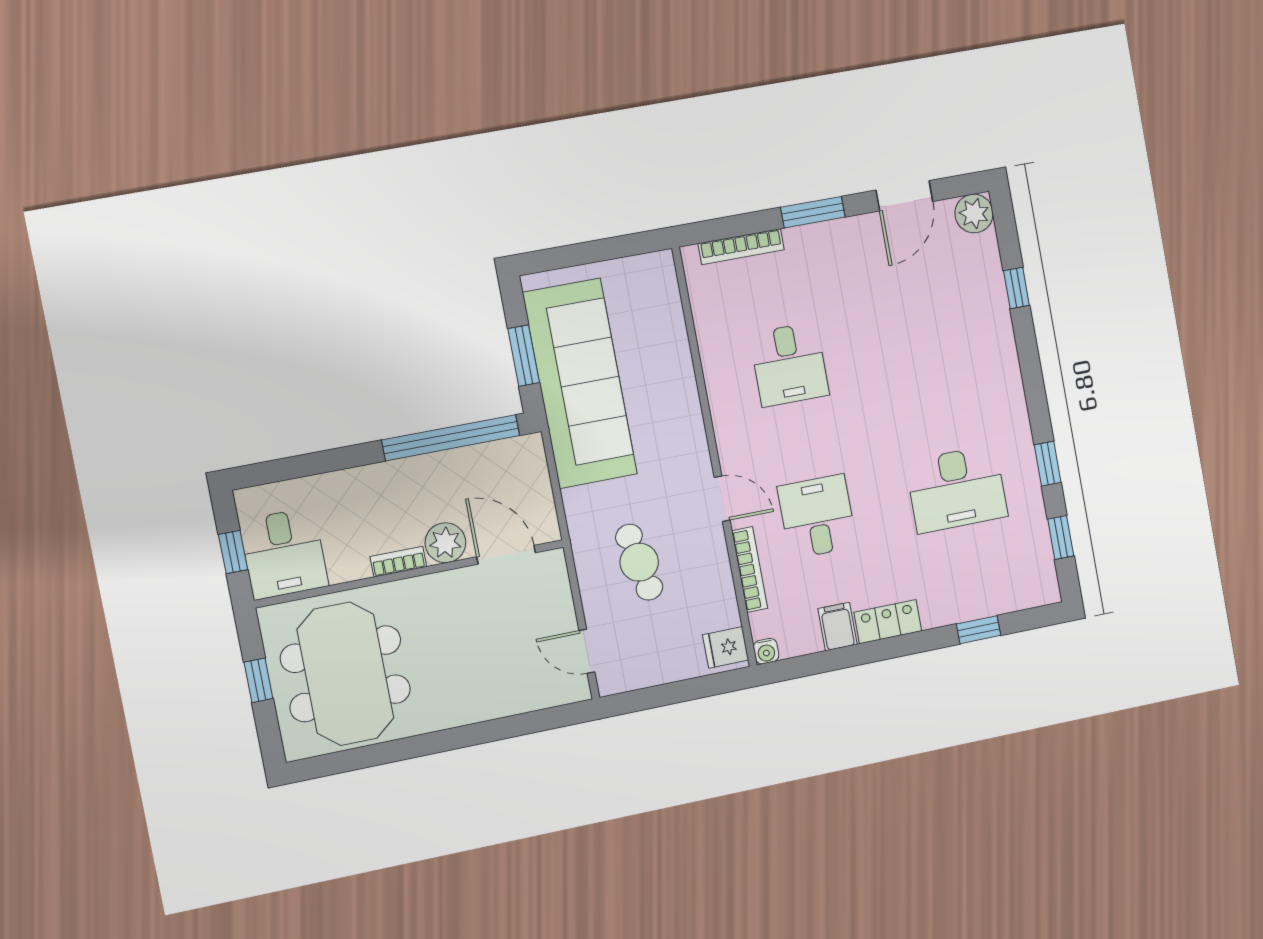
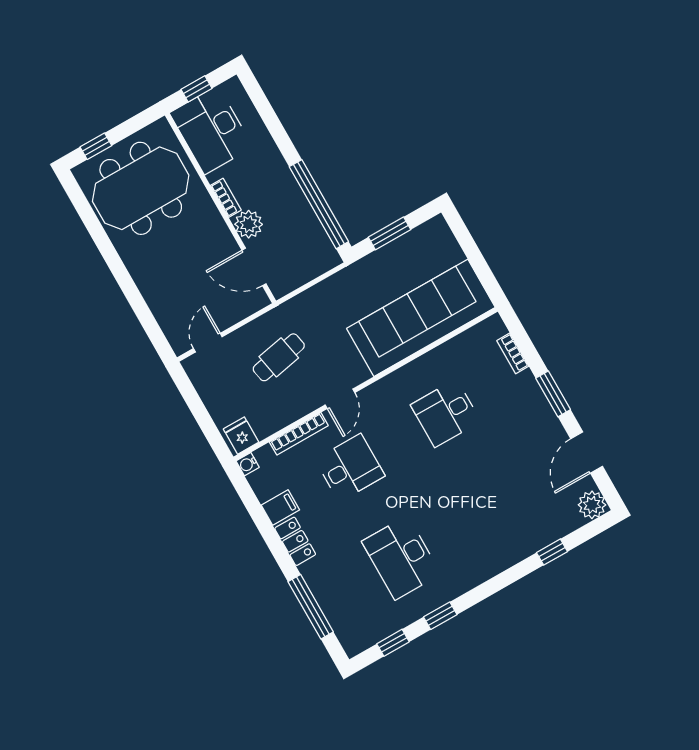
door: (904, 196) -> (587, 453), hinge flipped
bookcase: (741, 247) -> (513, 353), width x0.64
sofa: (580, 383) -> (421, 318), moved, turned 180
desk: (284, 553) -> (211, 130), width x1.37
door: (506, 555) -> (254, 267), swing flipped
window: (979, 630) -> (311, 607), width x2.17
window: (258, 680) -> (96, 146), moved

